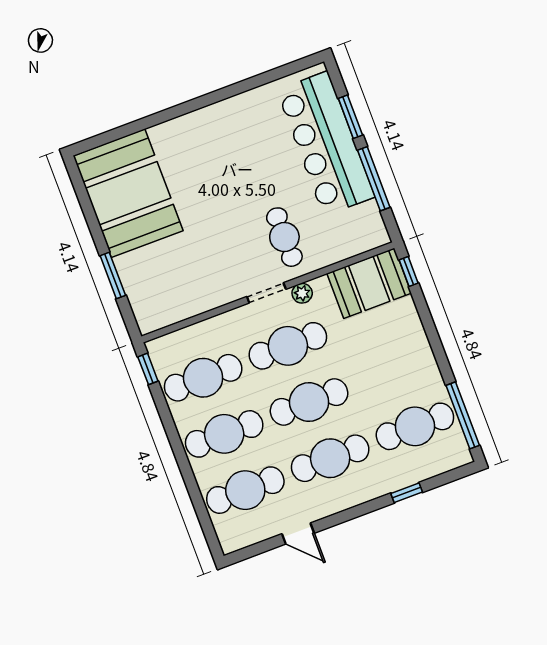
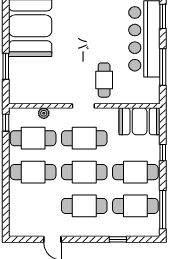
window: (350, 117) -> (163, 16), moved
window: (409, 271) -> (163, 153), moved
plant: (302, 293) -> (44, 113), moved
cafe table: (245, 490) -> (135, 172), moved

